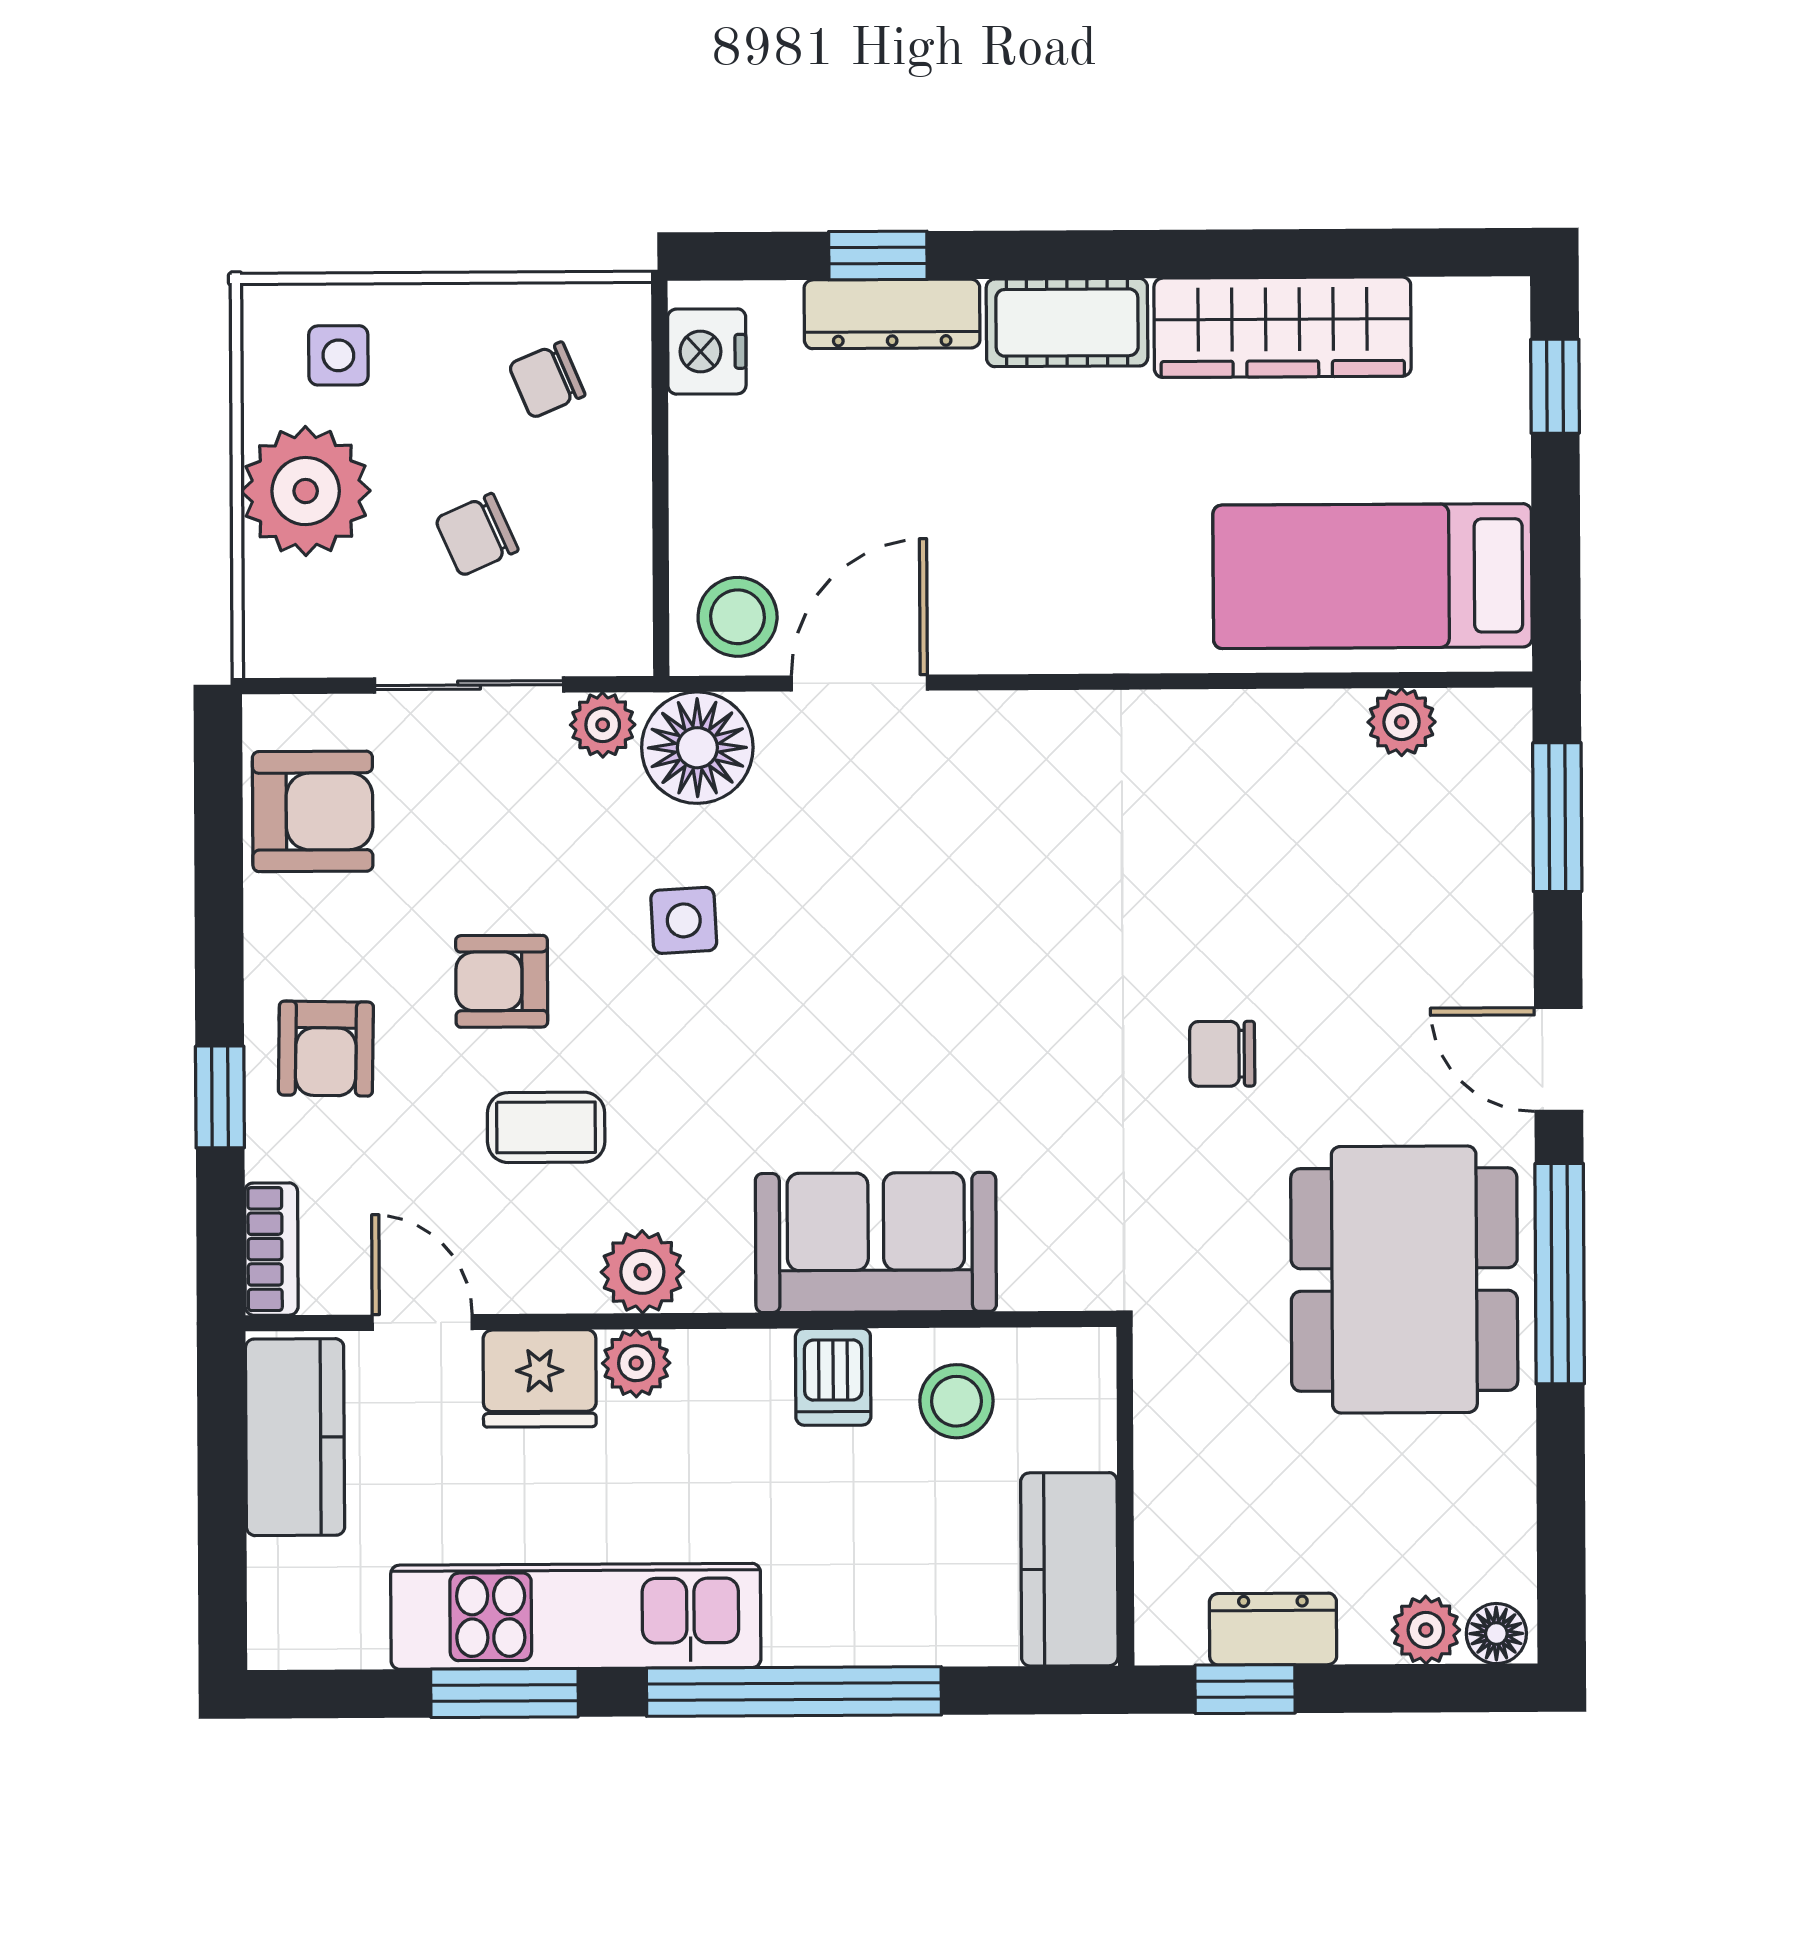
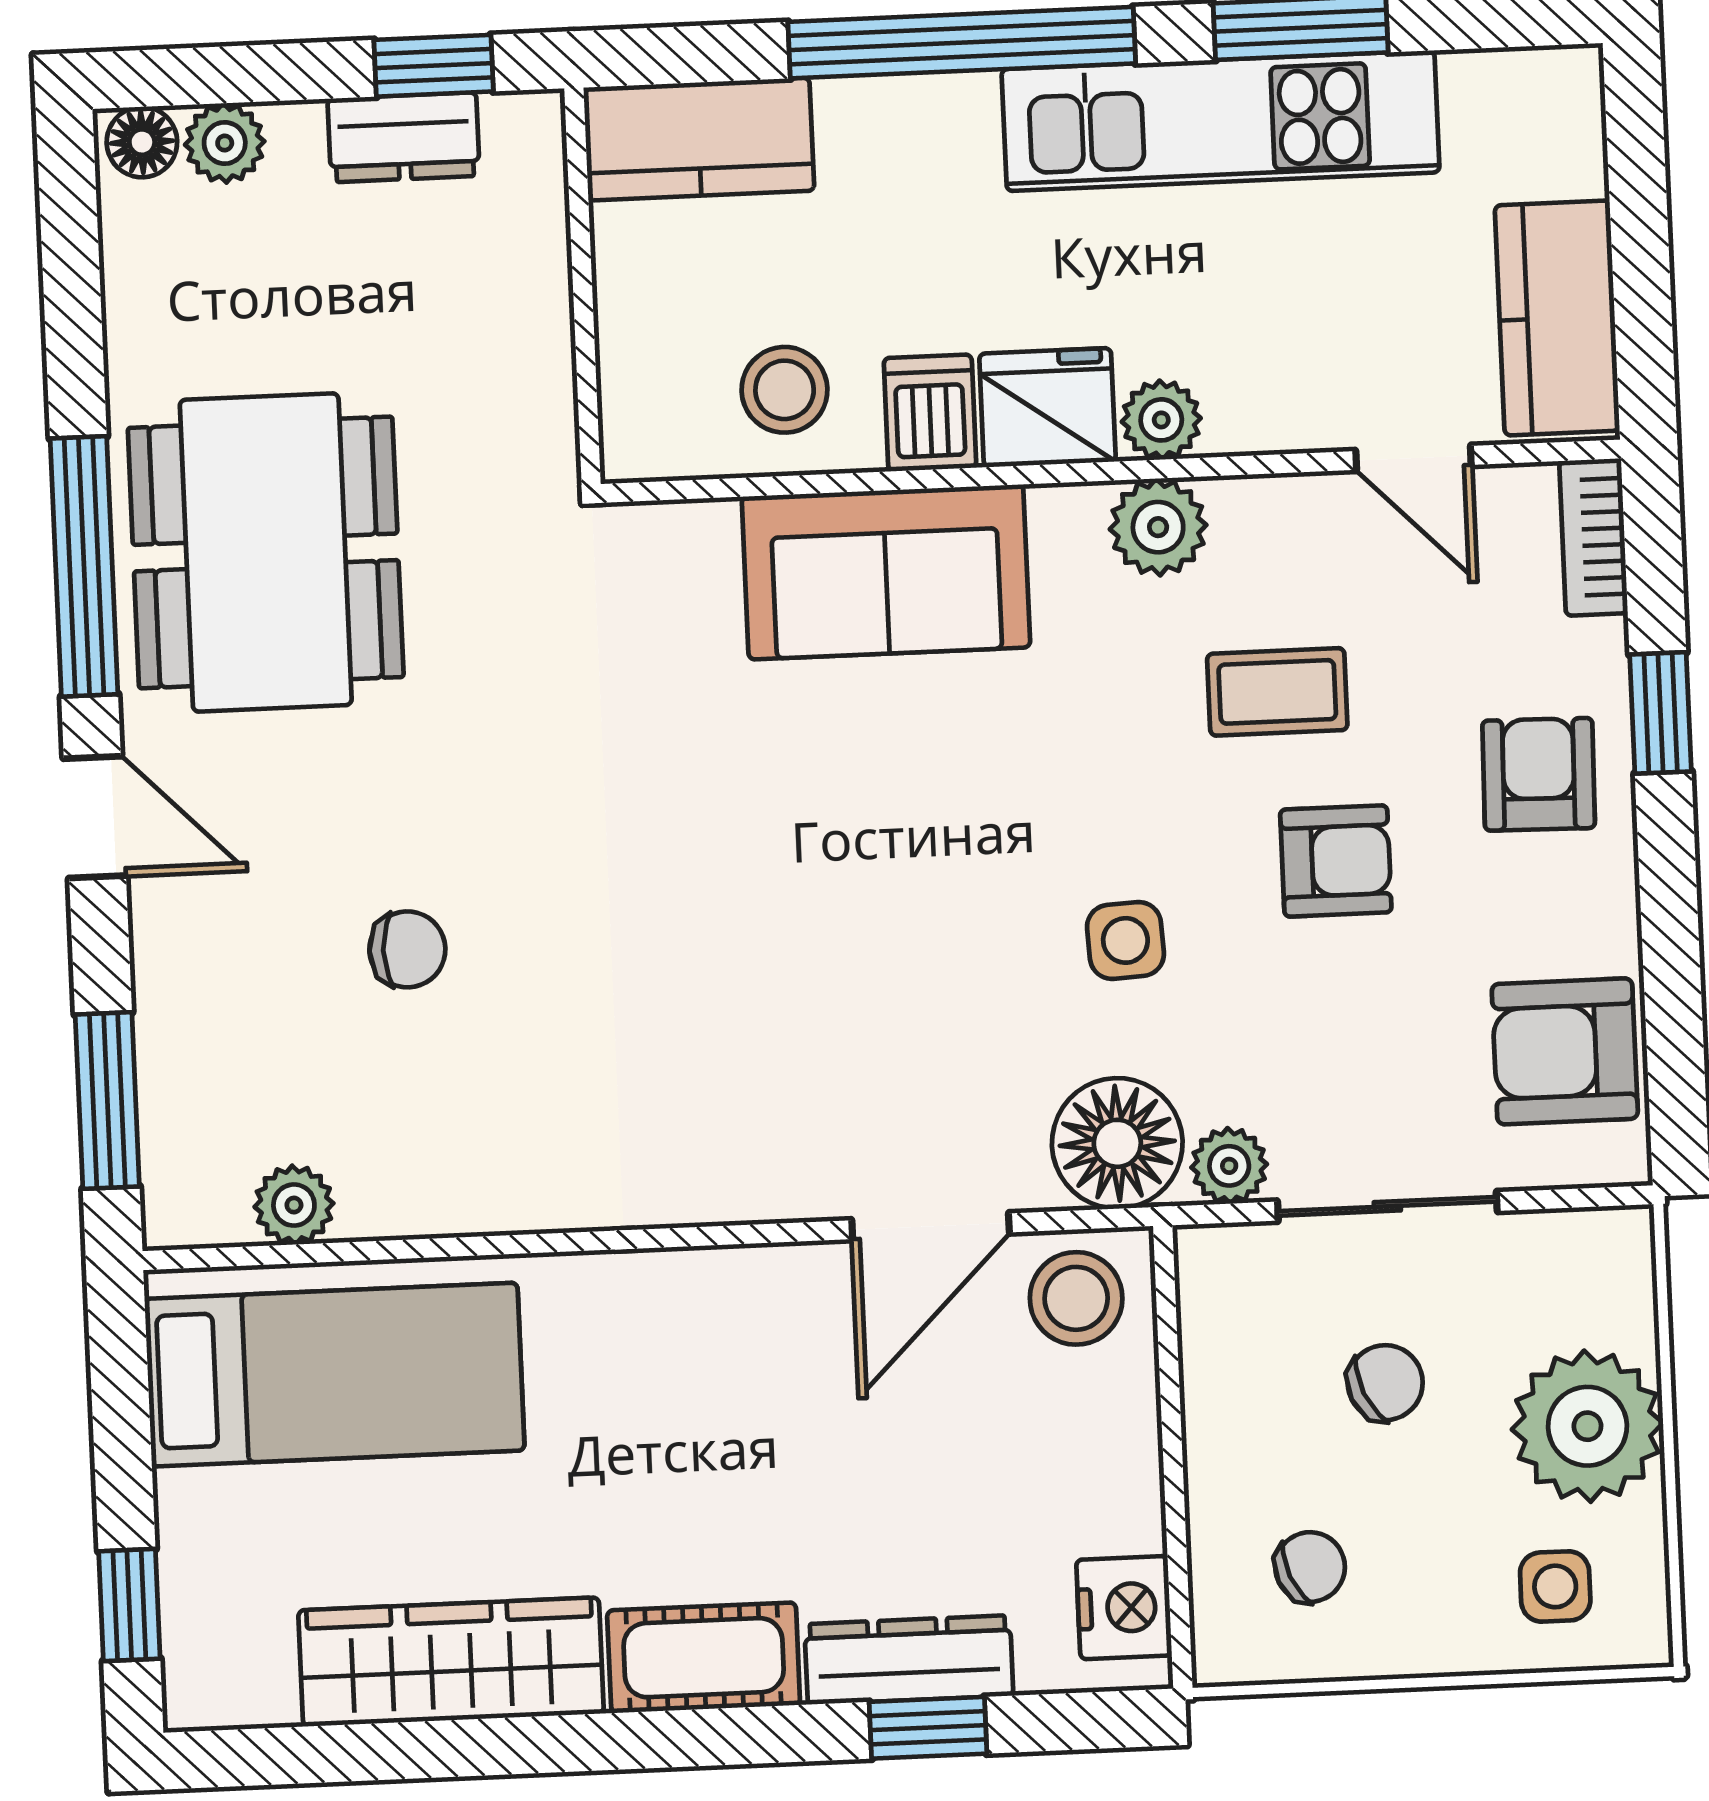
chair: (1222, 1054) -> (407, 949), moved
fridge: (540, 1378) -> (1047, 408), moved
kitchen counter: (1069, 1569) -> (699, 139), moved, turned 90

